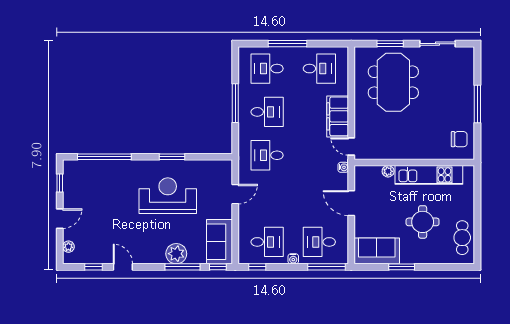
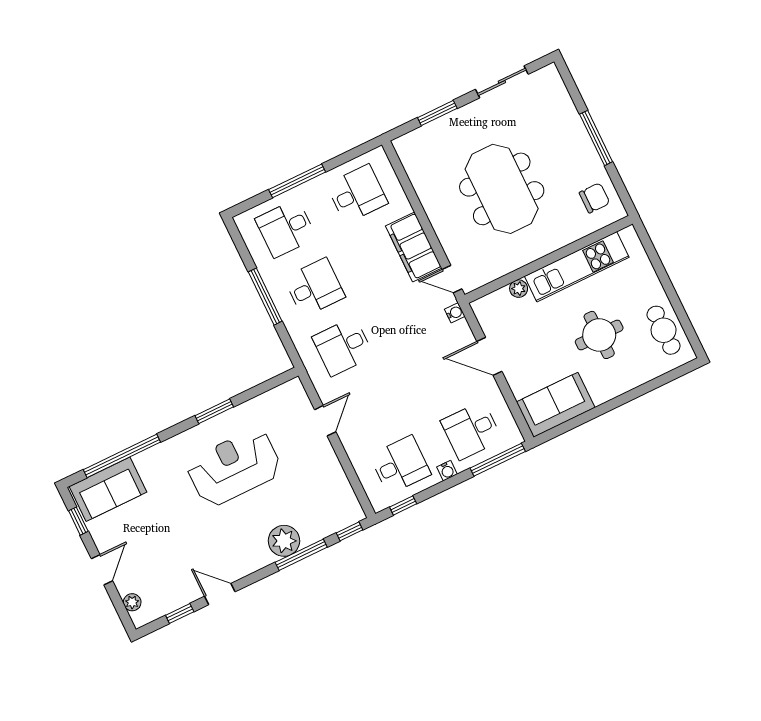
meeting table: (393, 82) -> (502, 189), moved
sofa: (219, 242) -> (108, 489), moved, turned -90
window: (402, 267) -> (600, 410), removed

